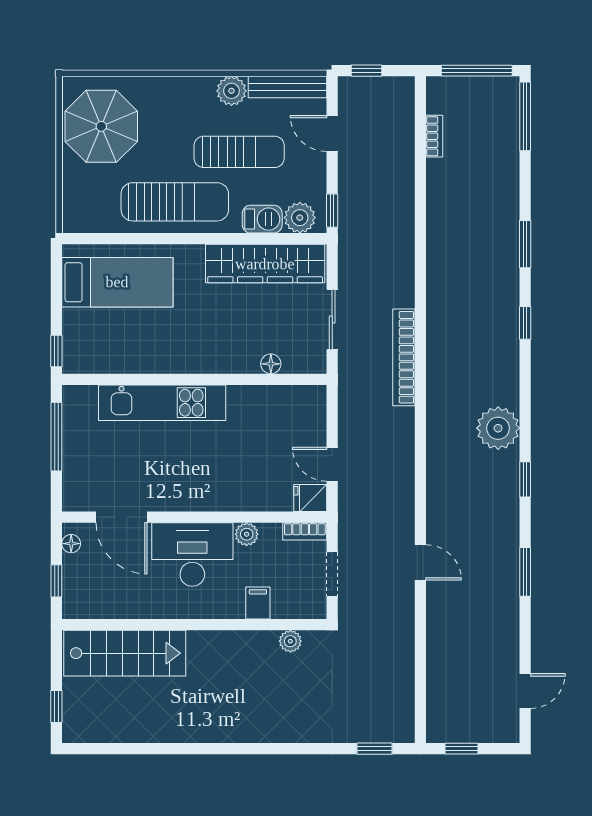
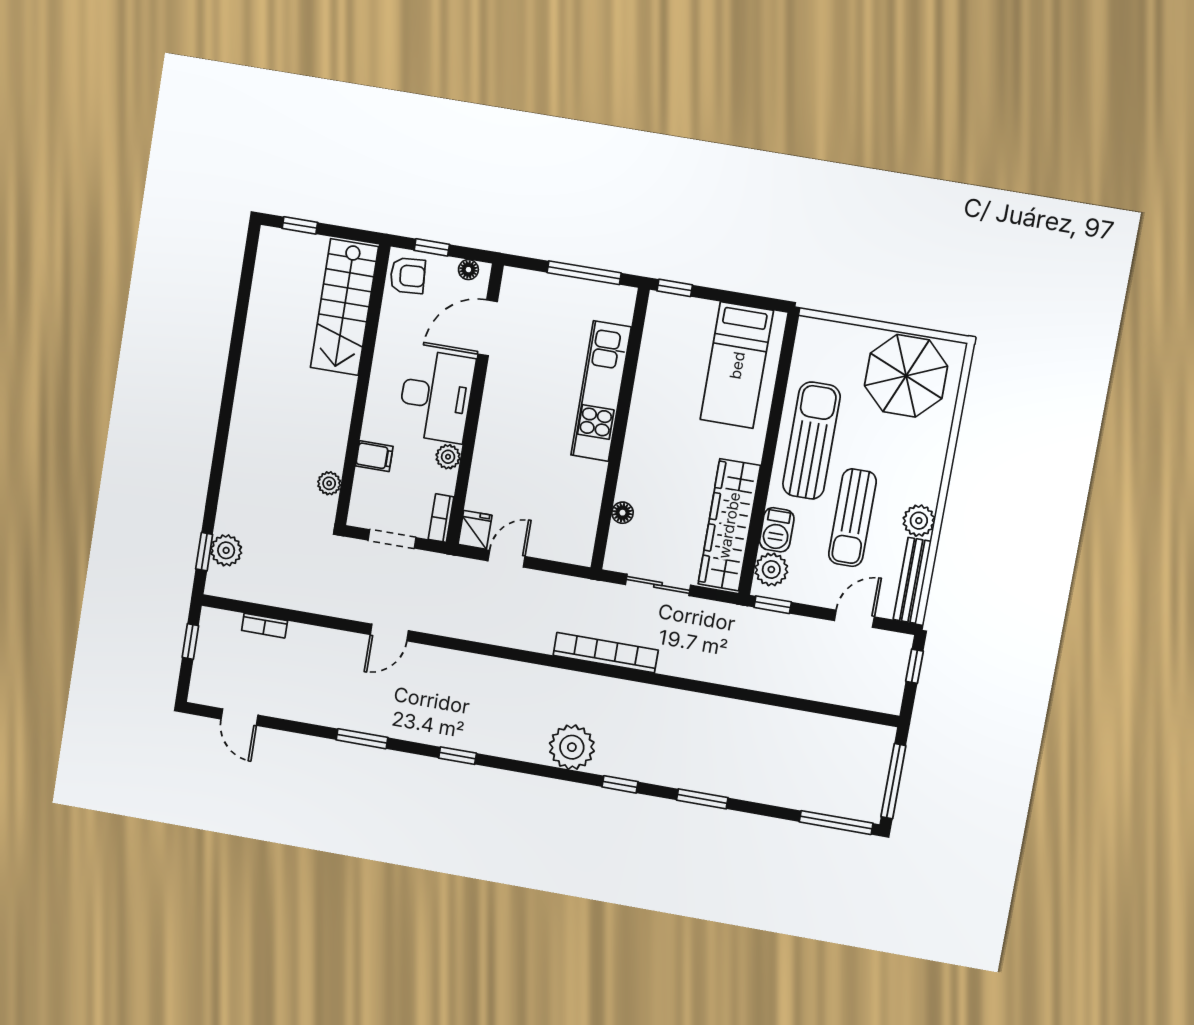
bookcase: (434, 136) -> (265, 626), moved
sun lounger: (175, 202) -> (811, 441), turned 180
plant: (498, 428) -> (572, 747), moved
armchair: (86, 599) -> (408, 276), added
plant: (370, 728) -> (226, 550), added

